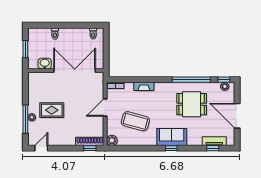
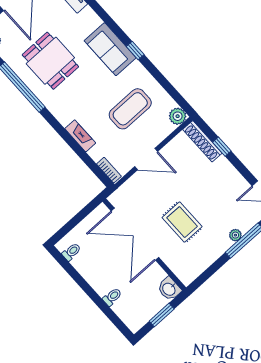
washbasin: (45, 64) -> (169, 289), moved
rug: (52, 110) -> (182, 222), moved
coffee table: (135, 121) -> (130, 109), turned 75
window: (90, 148) -> (222, 147), moved
window: (171, 148) -> (135, 50), moved

